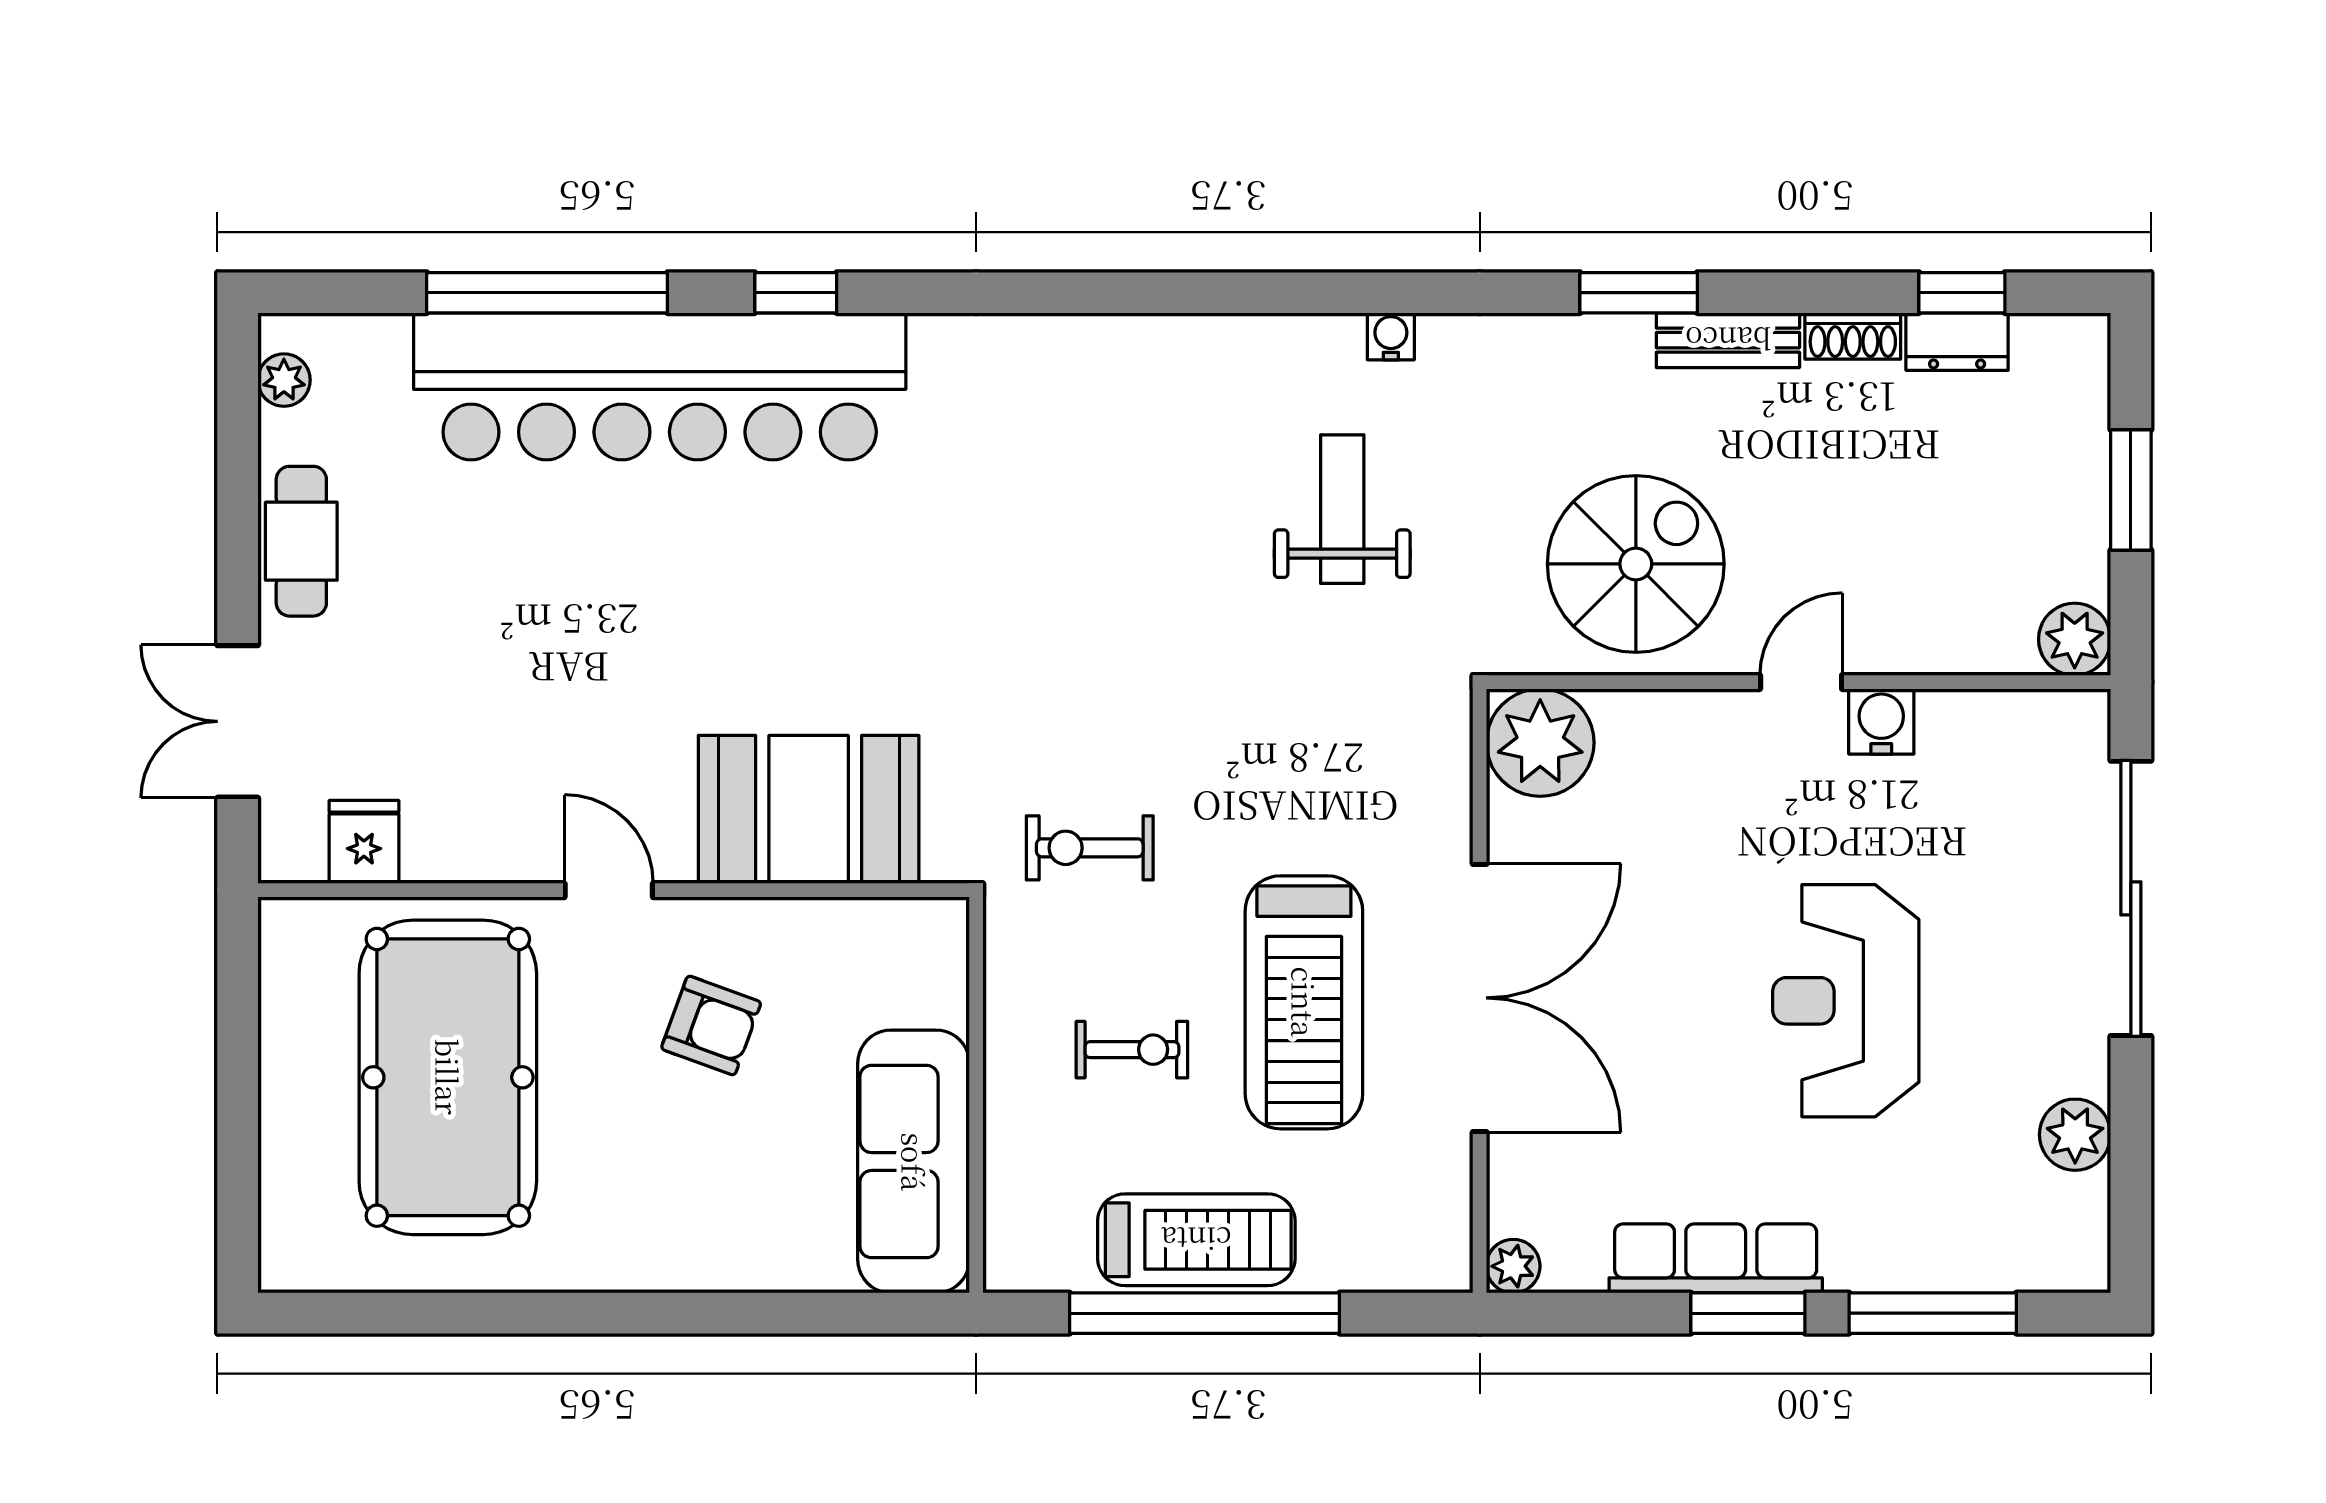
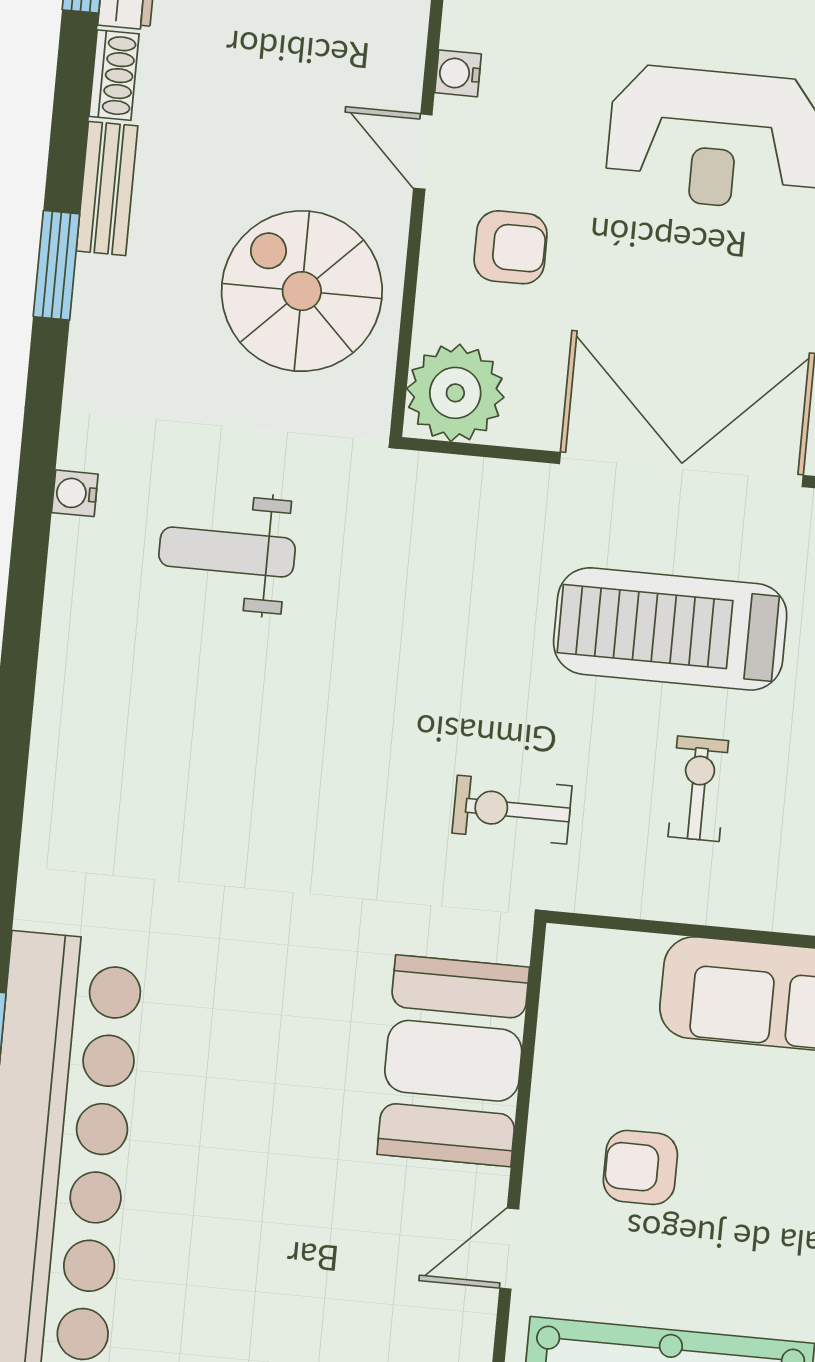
water cooler: (1881, 721) -> (458, 73), width x0.72, depth x0.72
armchair: (1705, 788) -> (511, 247), added
exercise bike: (1090, 848) -> (512, 810), turned 90
treadmill: (1304, 1002) -> (670, 629), turned 180
armchair: (711, 1025) -> (640, 1167), turned -110

